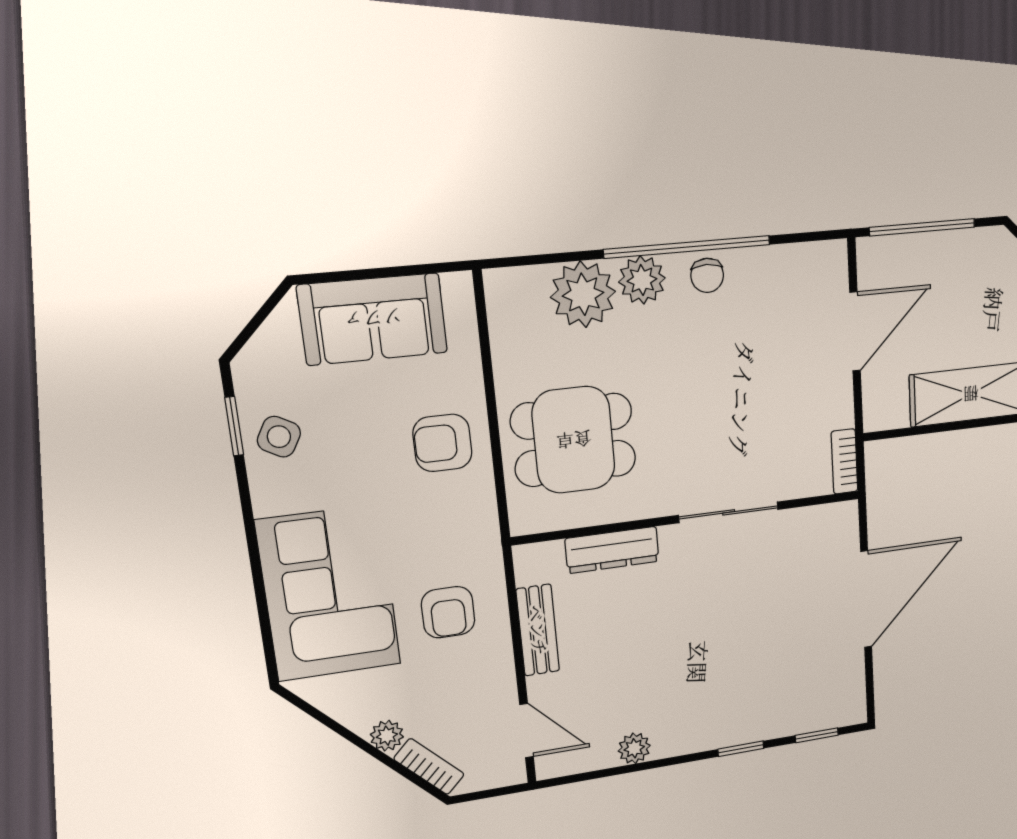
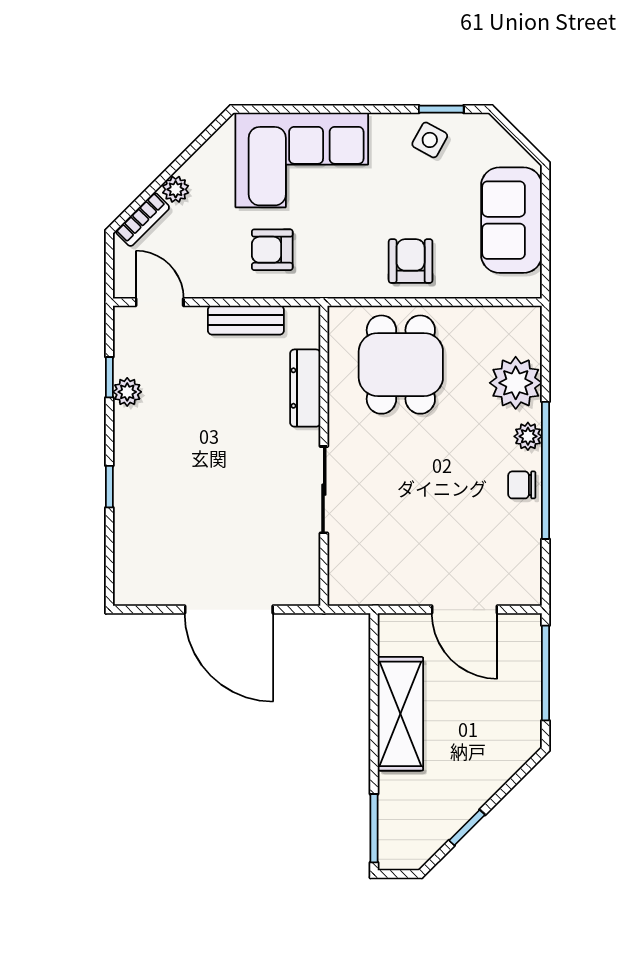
plant: (642, 280) -> (528, 436), width x0.73, depth x0.73
bookcase: (844, 461) -> (355, 595), removed
door: (527, 731) -> (160, 302), swing flipped
window: (817, 735) -> (109, 377), moved

